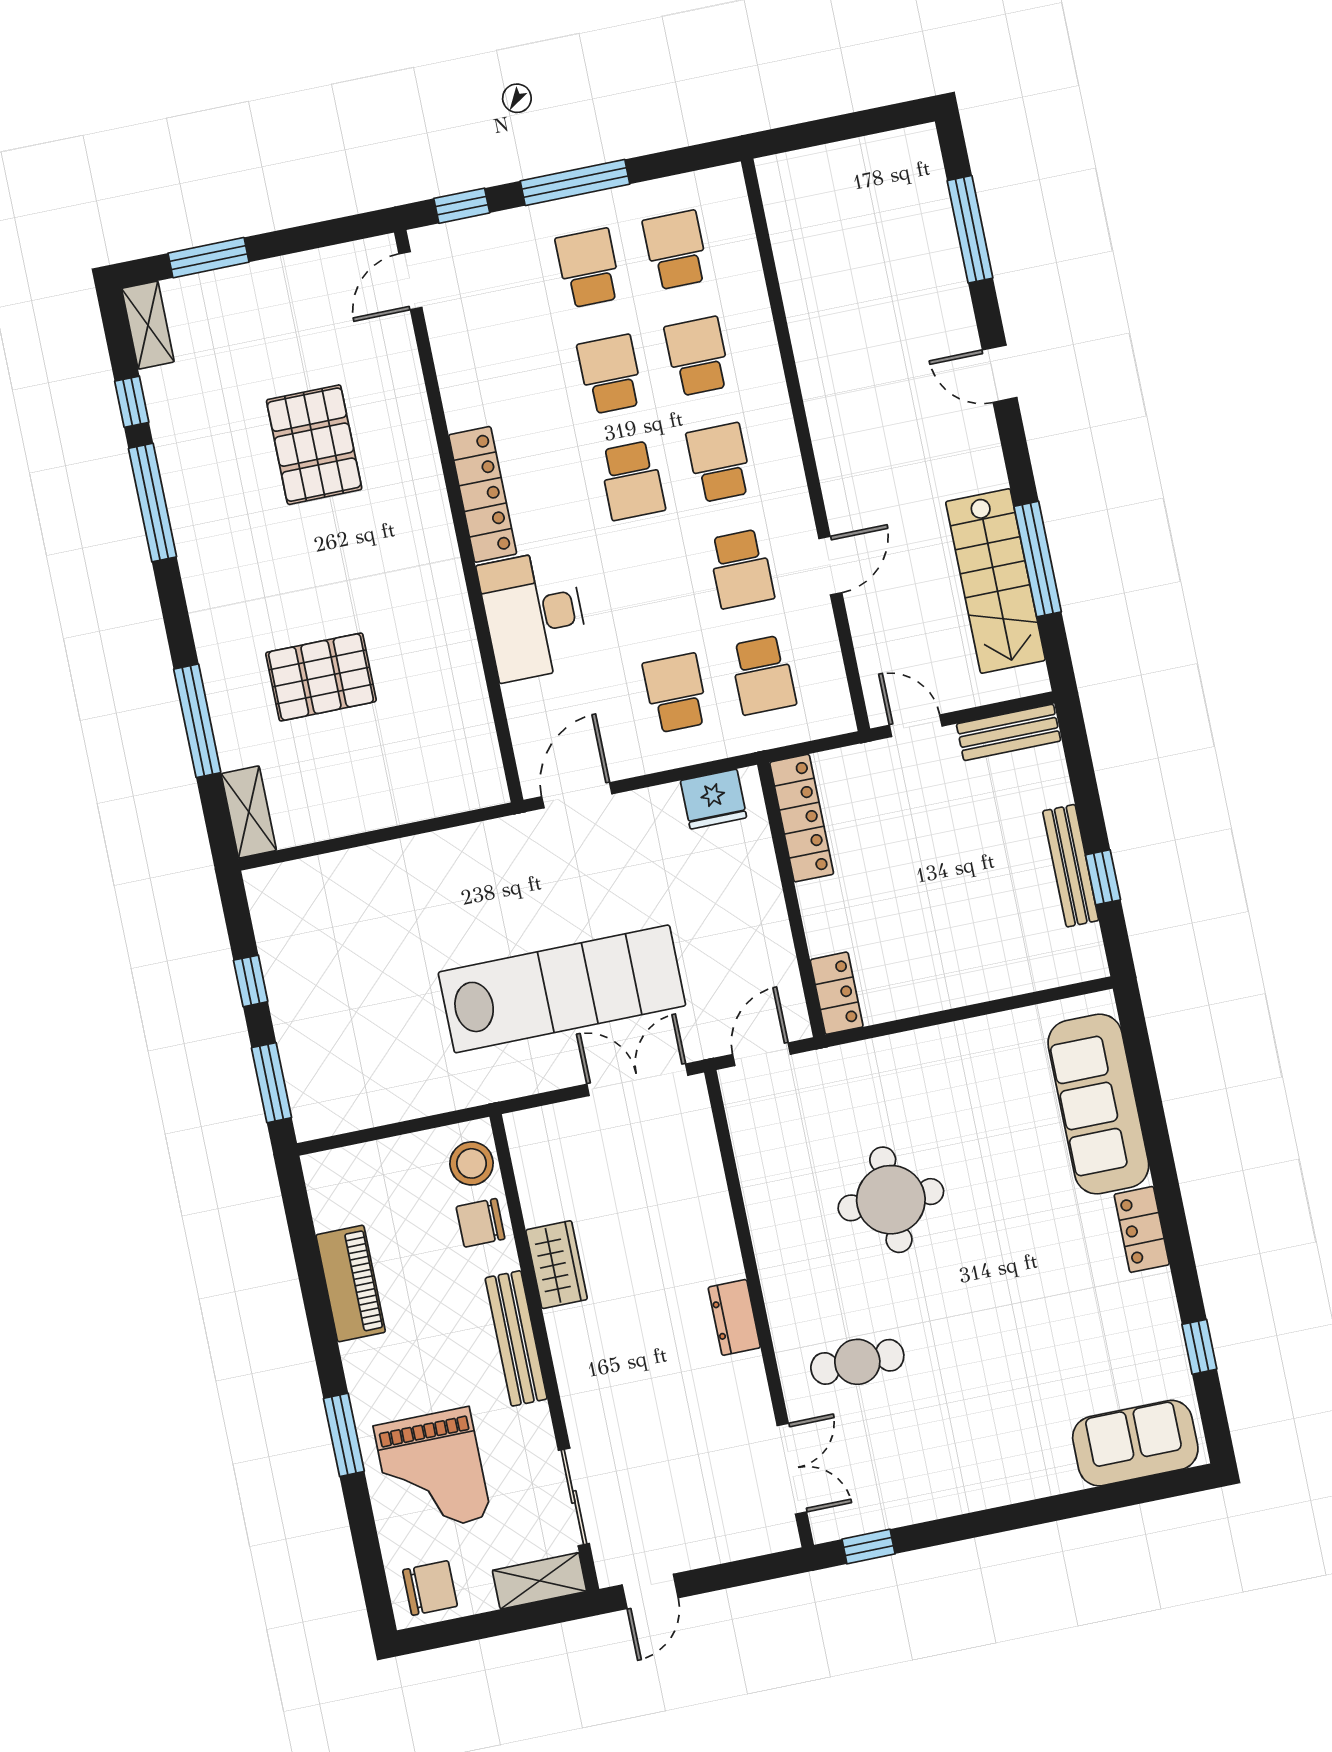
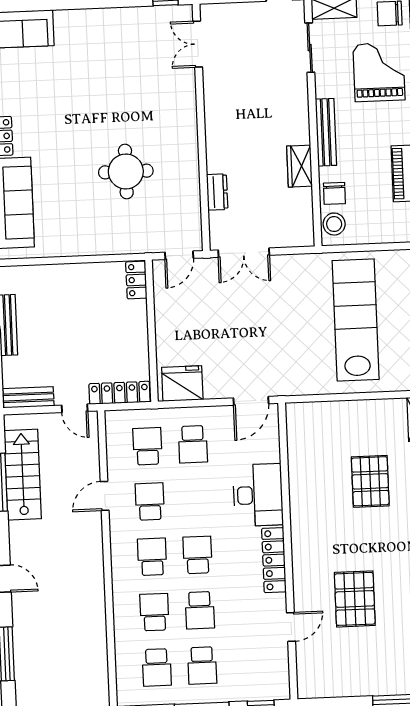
door: (410, 281) -> (291, 627), moved
school desk: (698, 356) -> (154, 612), turned 180
school desk: (719, 463) -> (152, 557), turned 180
pallet: (321, 677) -> (370, 481), turned 90
fridge: (714, 799) -> (182, 384), width x1.36, depth x1.34
locker: (802, 818) -> (120, 393), moved, turned 90
lab bench: (562, 989) -> (356, 320), moved, turned 90
chair: (481, 1223) -> (334, 193), turned 90
dresser: (734, 1317) -> (217, 192), moved
cafe table: (857, 1362) -> (156, 93), removed

